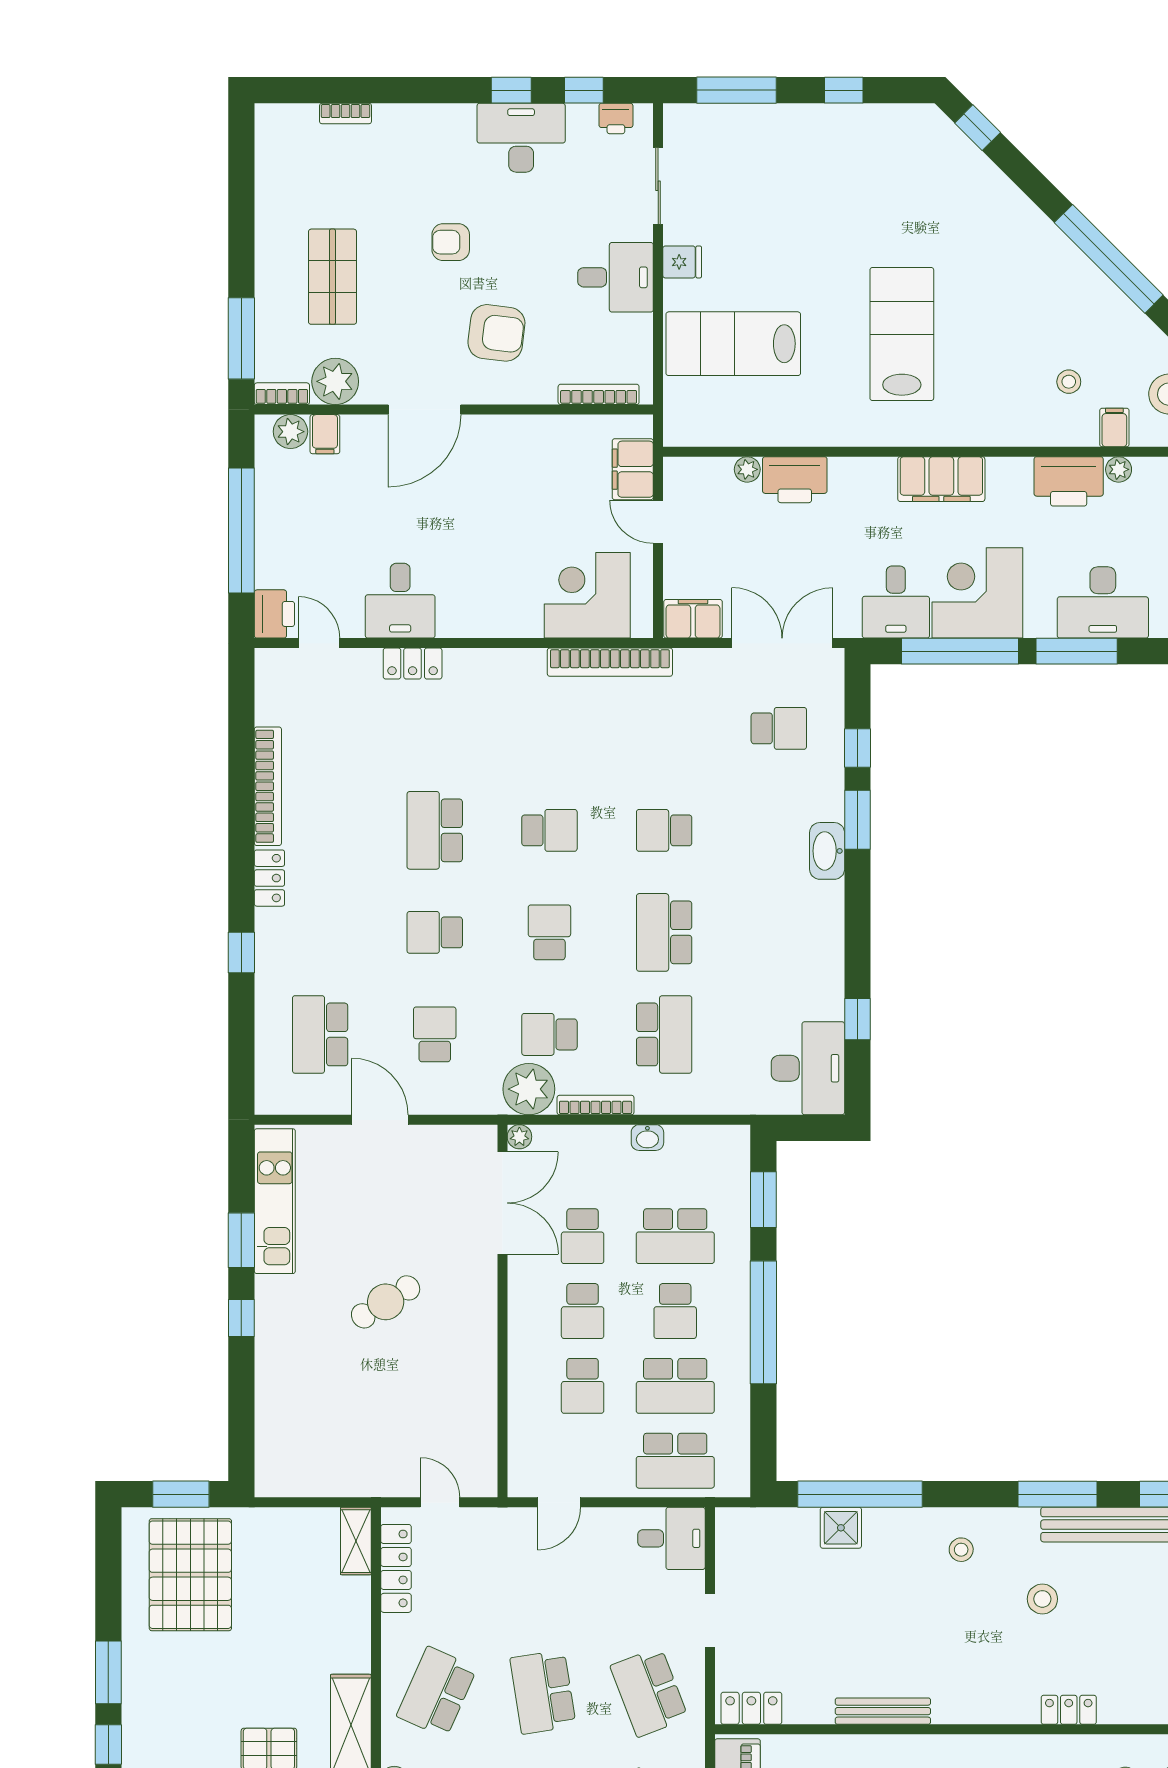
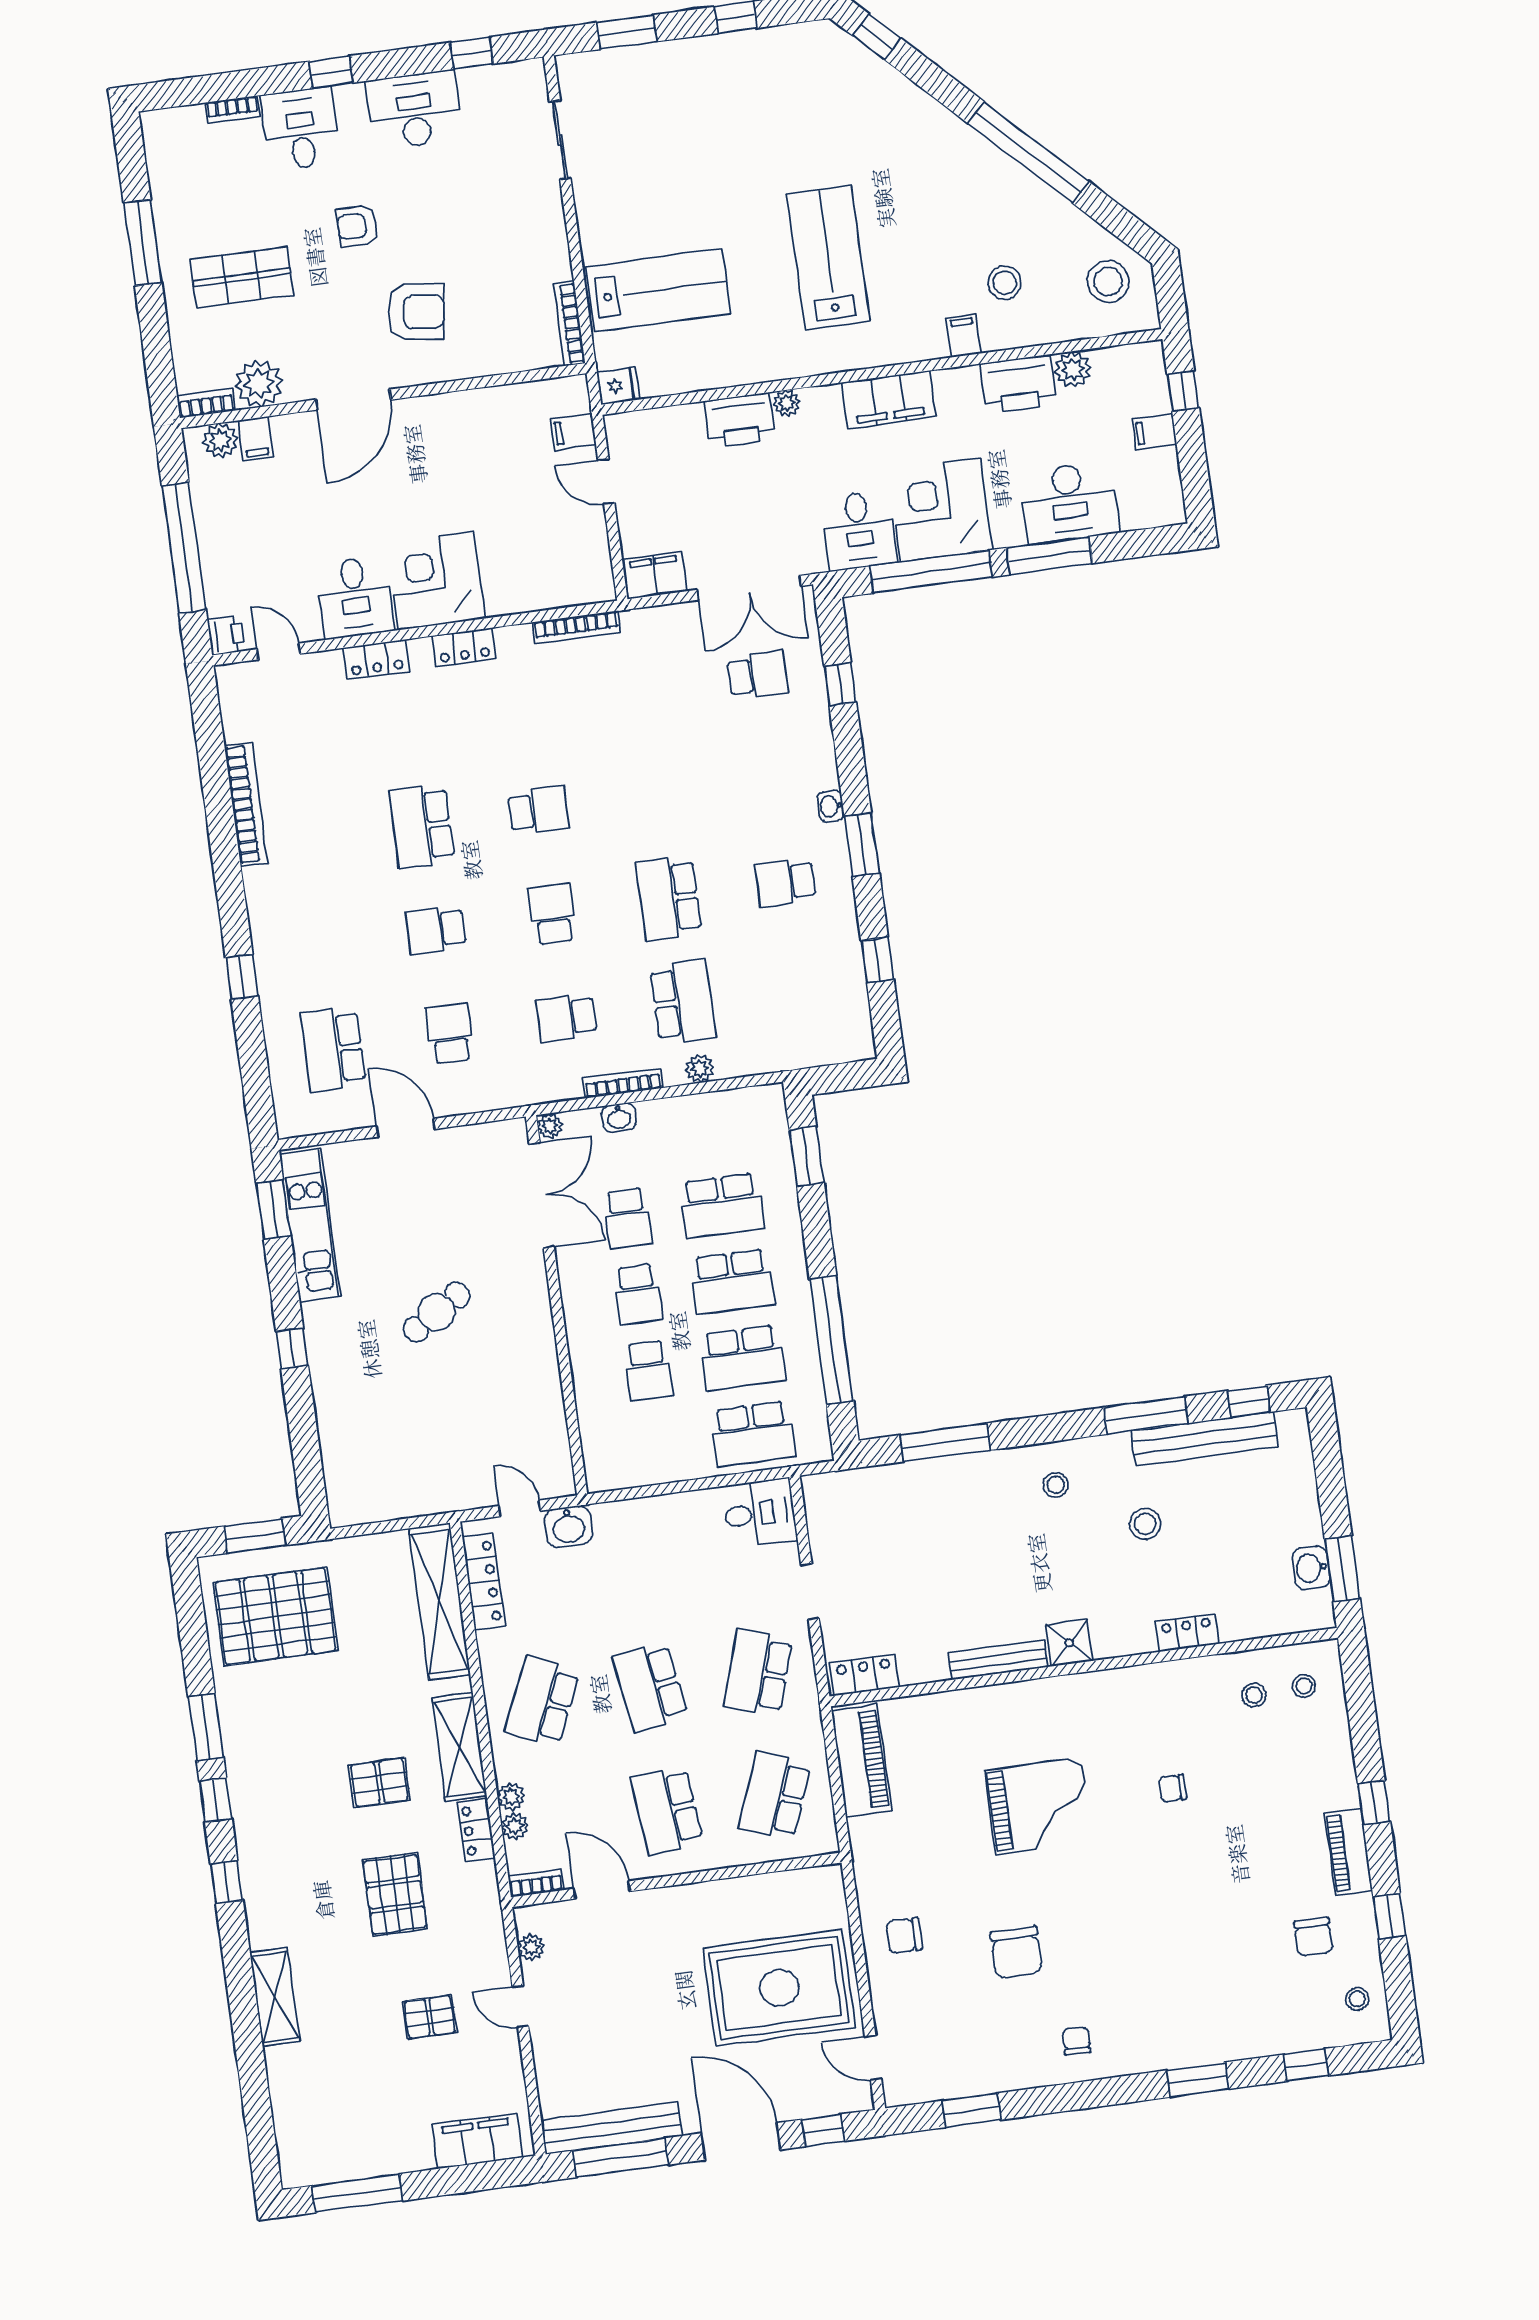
window: (511, 90) -> (331, 72), moved
window: (737, 90) -> (627, 32), width x0.69
printer: (616, 118) -> (508, 77), removed
fridge: (682, 262) -> (618, 386), moved
shop shelf: (332, 277) -> (242, 277), turned 90
desk: (616, 277) -> (301, 129), moved, turned -90
window: (241, 338) -> (143, 243), moved
lab bench: (733, 344) -> (658, 290), turned 180
stool: (1069, 382) -> (1005, 283), width x1.37, depth x1.37
bookcase: (599, 394) -> (569, 324), moved, turned -90
filing cabinet: (1114, 427) -> (963, 336), moved
filing cabinet: (633, 469) -> (573, 432), width x0.50
plant: (747, 469) -> (786, 403), moved
plant: (1119, 469) -> (1073, 369), width x1.38, depth x1.38
corner desk: (587, 595) -> (436, 581), moved
printer: (274, 614) -> (226, 635), width x0.73, depth x0.81
double door: (782, 643) -> (749, 588), swing flipped
bookcase: (610, 662) -> (576, 627), width x0.68, depth x0.76
window: (857, 820) -> (862, 845), moved
school desk: (664, 830) -> (785, 882), moved
washbasin: (827, 851) -> (831, 806), width x0.52, depth x0.69
locker: (269, 878) -> (464, 647), moved, turned 90
desk: (808, 1068) -> (834, 1017), removed
plant: (529, 1089) -> (700, 1069), moved, width x0.53, depth x0.53
washbasin: (647, 1138) -> (619, 1117), moved
window: (241, 1240) -> (273, 1209), moved
school desk: (675, 1311) -> (732, 1282), width x1.85
window: (763, 1322) -> (831, 1340), moved
window: (860, 1494) -> (945, 1442), width x0.68
door: (559, 1502) -> (640, 1492), removed
washbasin: (485, 1526) -> (568, 1526), added
shower: (841, 1528) -> (1069, 1643), moved
shelving: (356, 1541) -> (440, 1601), width x2.20, depth x1.33
pallet: (190, 1575) -> (276, 1616), turned 90
school desk: (649, 1692) -> (758, 1672), turned 39

